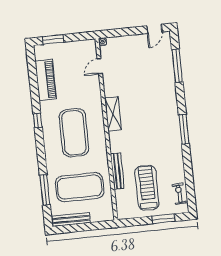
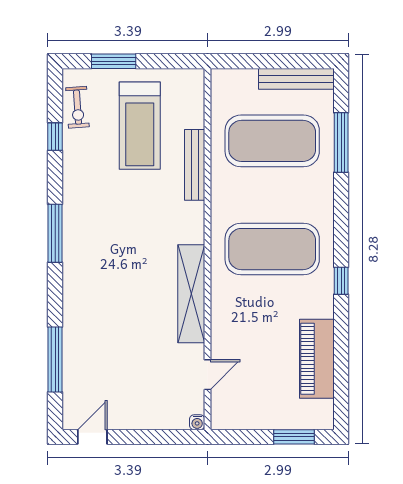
shelving: (113, 114) -> (191, 294), width x1.47
exercise mat: (74, 133) -> (272, 249), turned 90
window: (189, 178) -> (55, 137), added

